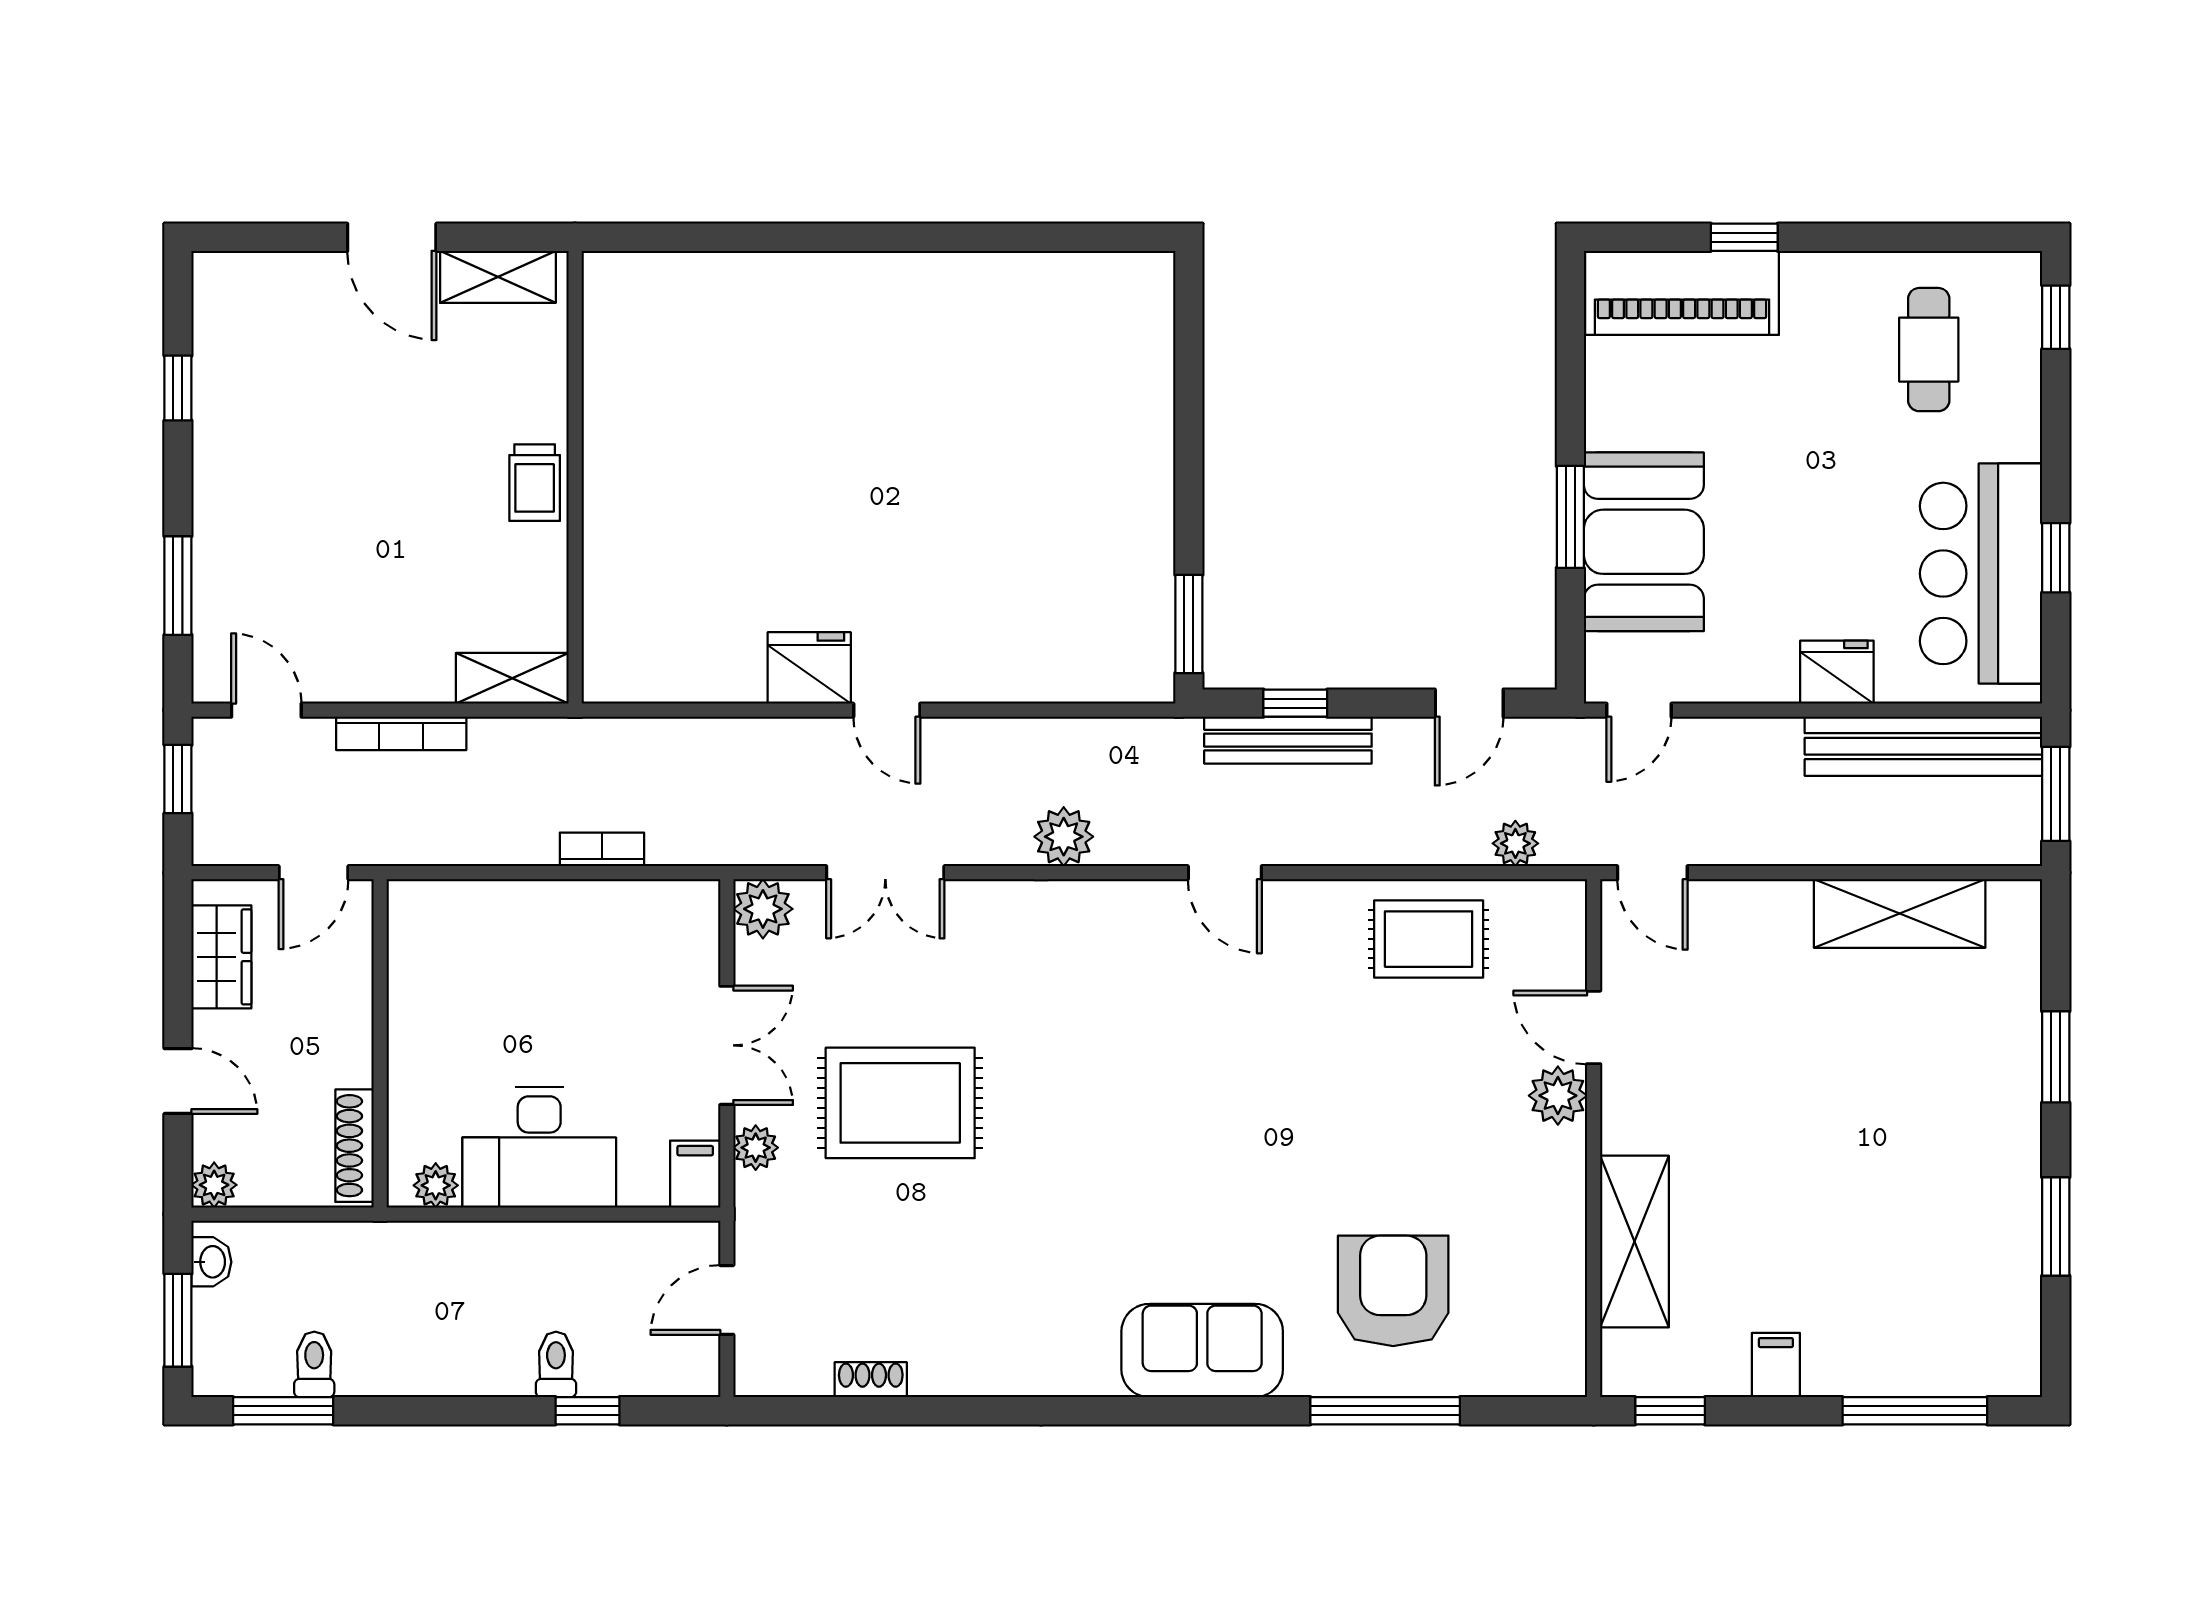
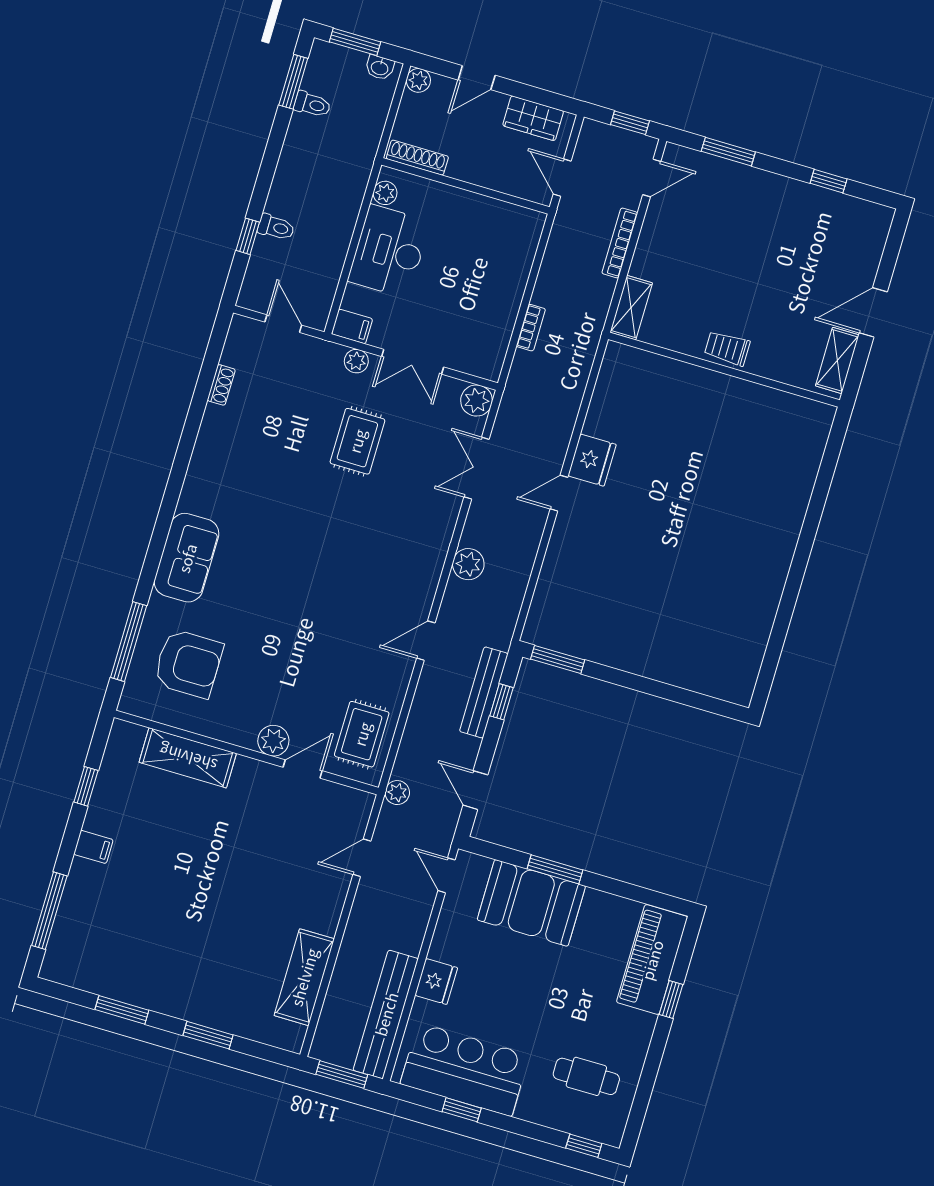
door: (1594, 1027) -> (303, 769), moved
plant: (1558, 1096) -> (273, 741), moved
rug: (900, 1103) -> (357, 441), width x0.73, depth x0.70
wall: (1594, 1138) -> (246, 752), moved
shelving: (1634, 1242) -> (188, 758), moved

